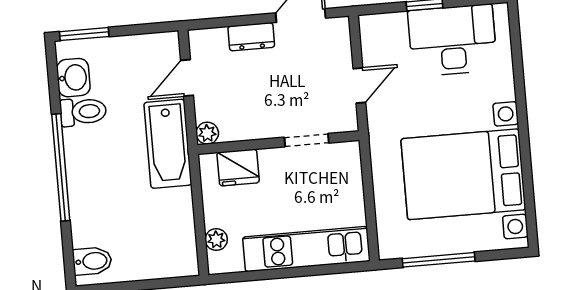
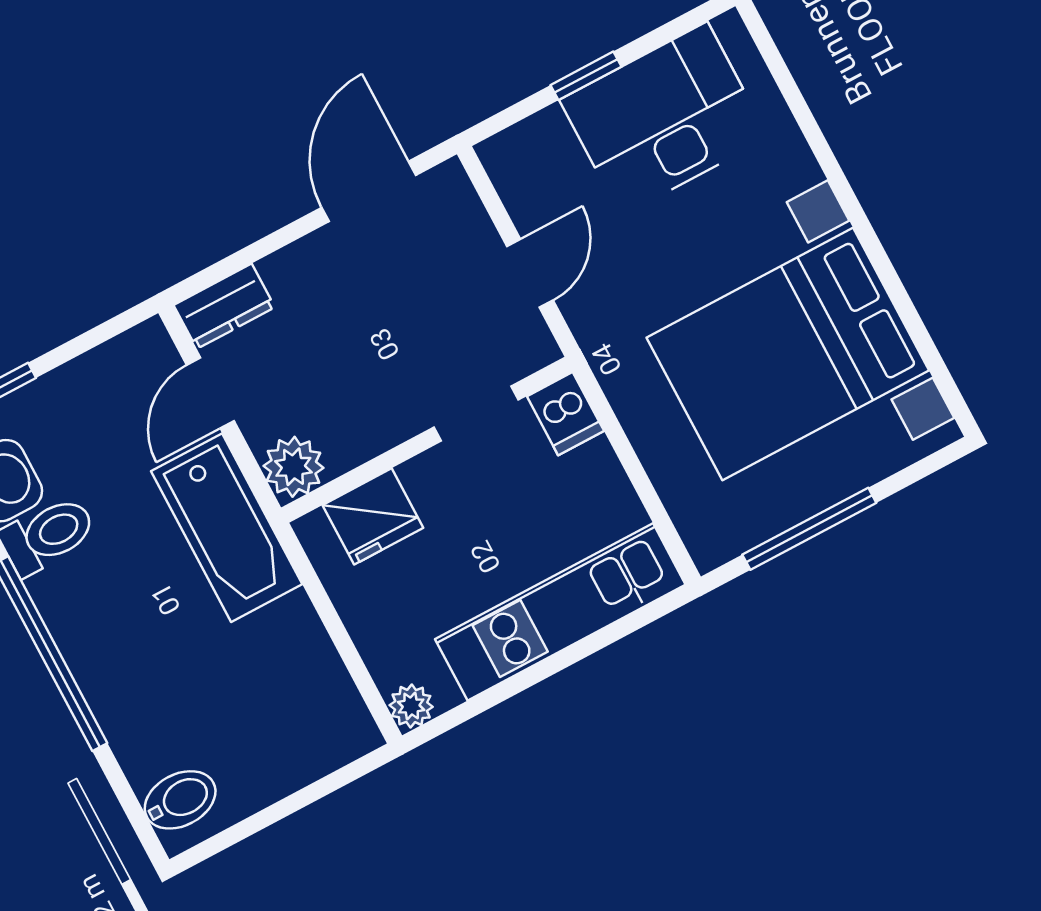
dresser: (251, 37) -> (224, 306), moved
plant: (207, 133) -> (293, 467), width x1.38, depth x1.38
dishwasher: (348, 158) -> (565, 414), added
plant: (216, 240) -> (411, 706), moved

